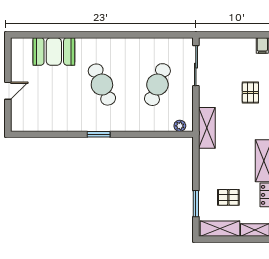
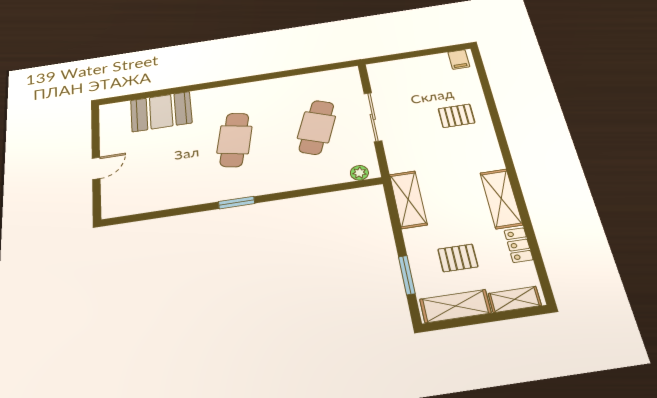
sliding door: (196, 66) -> (373, 117), moved
cafe table: (102, 85) -> (234, 140), turned 36
pallet: (250, 93) -> (456, 116), turned 90
shelving: (207, 128) -> (408, 199), moved

